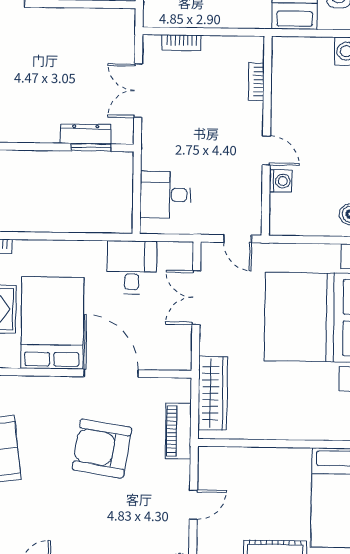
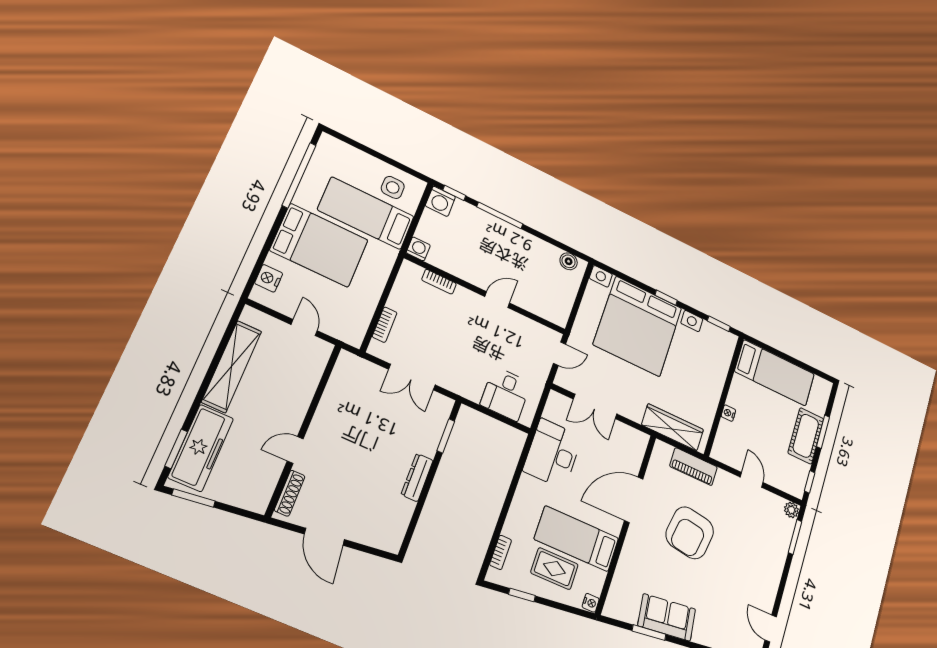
dresser: (86, 134) -> (417, 477), moved
washing machine: (281, 181) -> (418, 249), moved
desk: (132, 267) -> (553, 454), width x1.37
bed: (52, 323) -> (576, 539), width x0.67
nightstand: (259, 455) -> (728, 413), added

